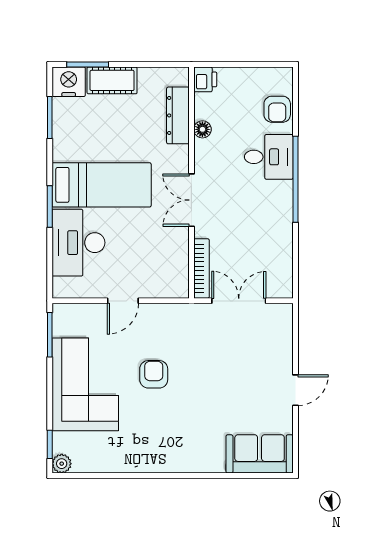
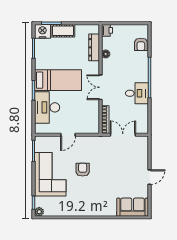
desk: (269, 157) -> (137, 93), moved

